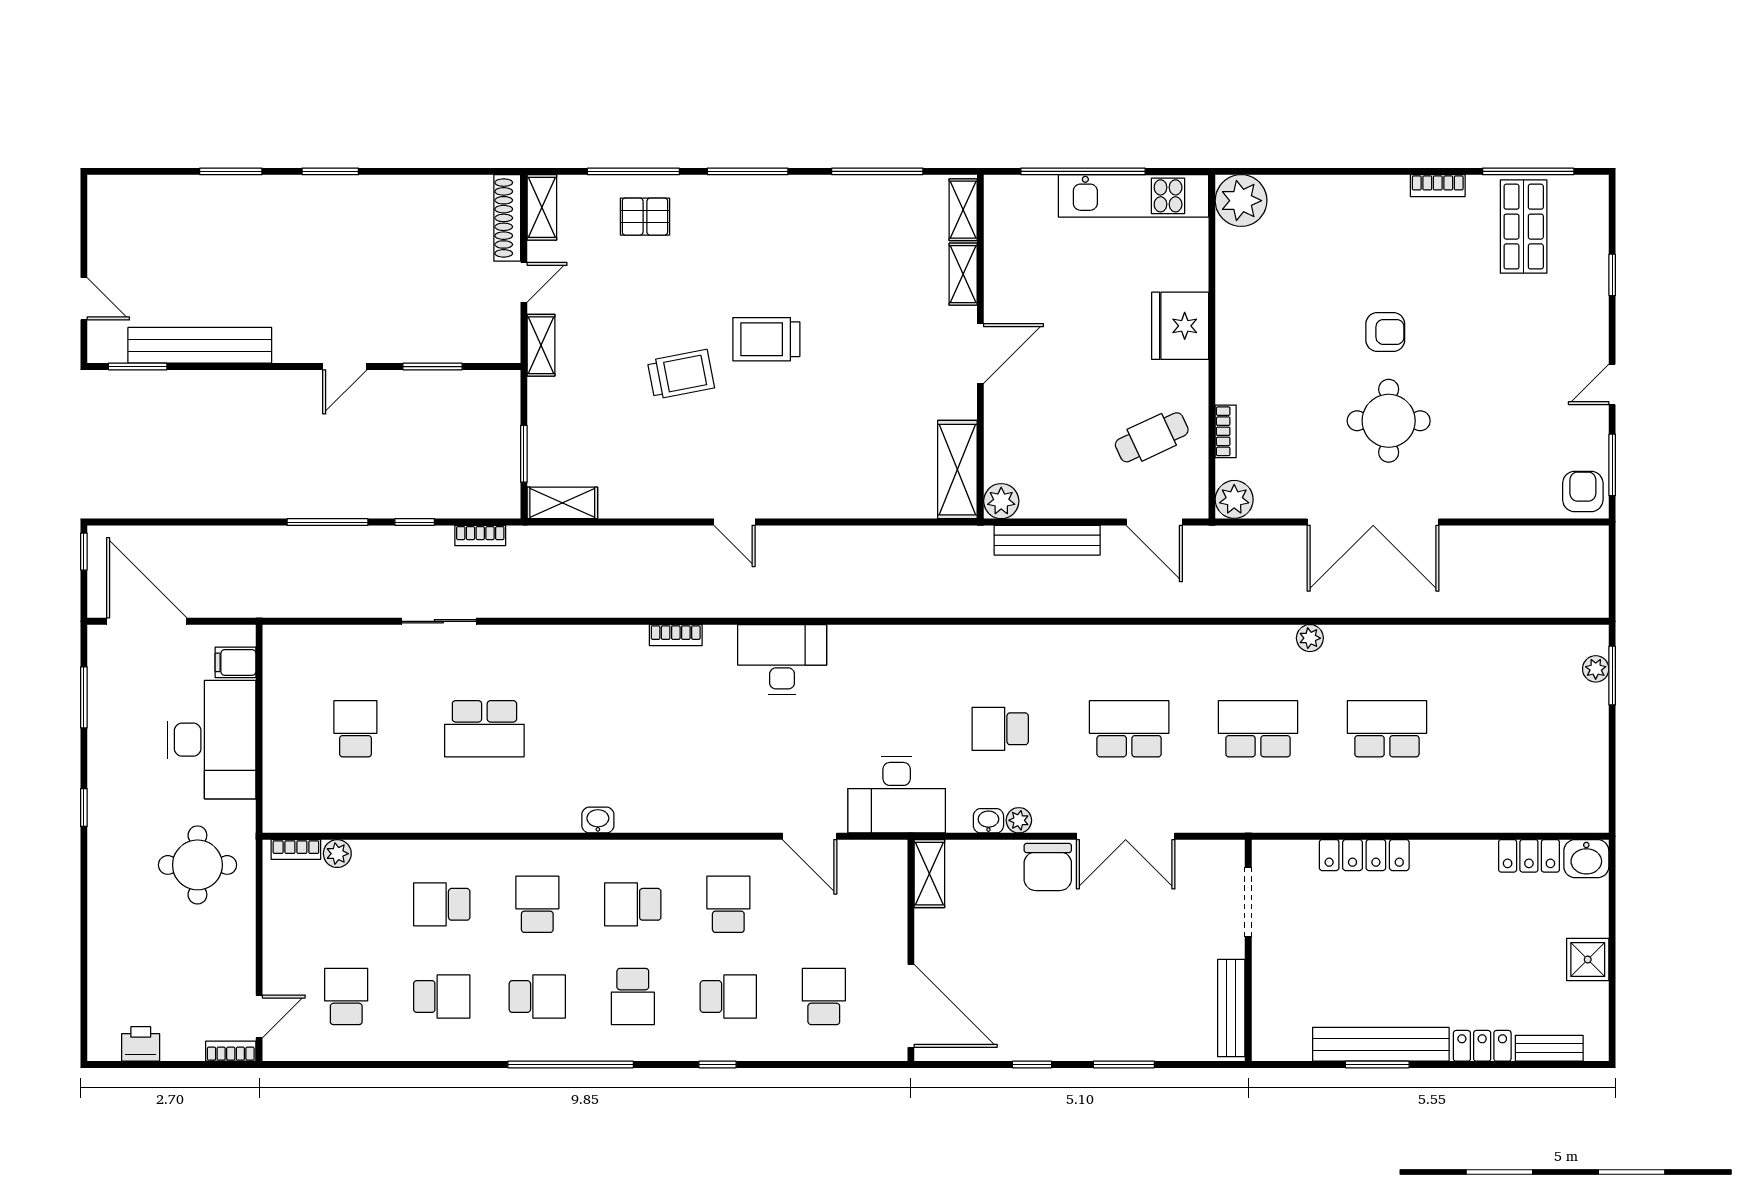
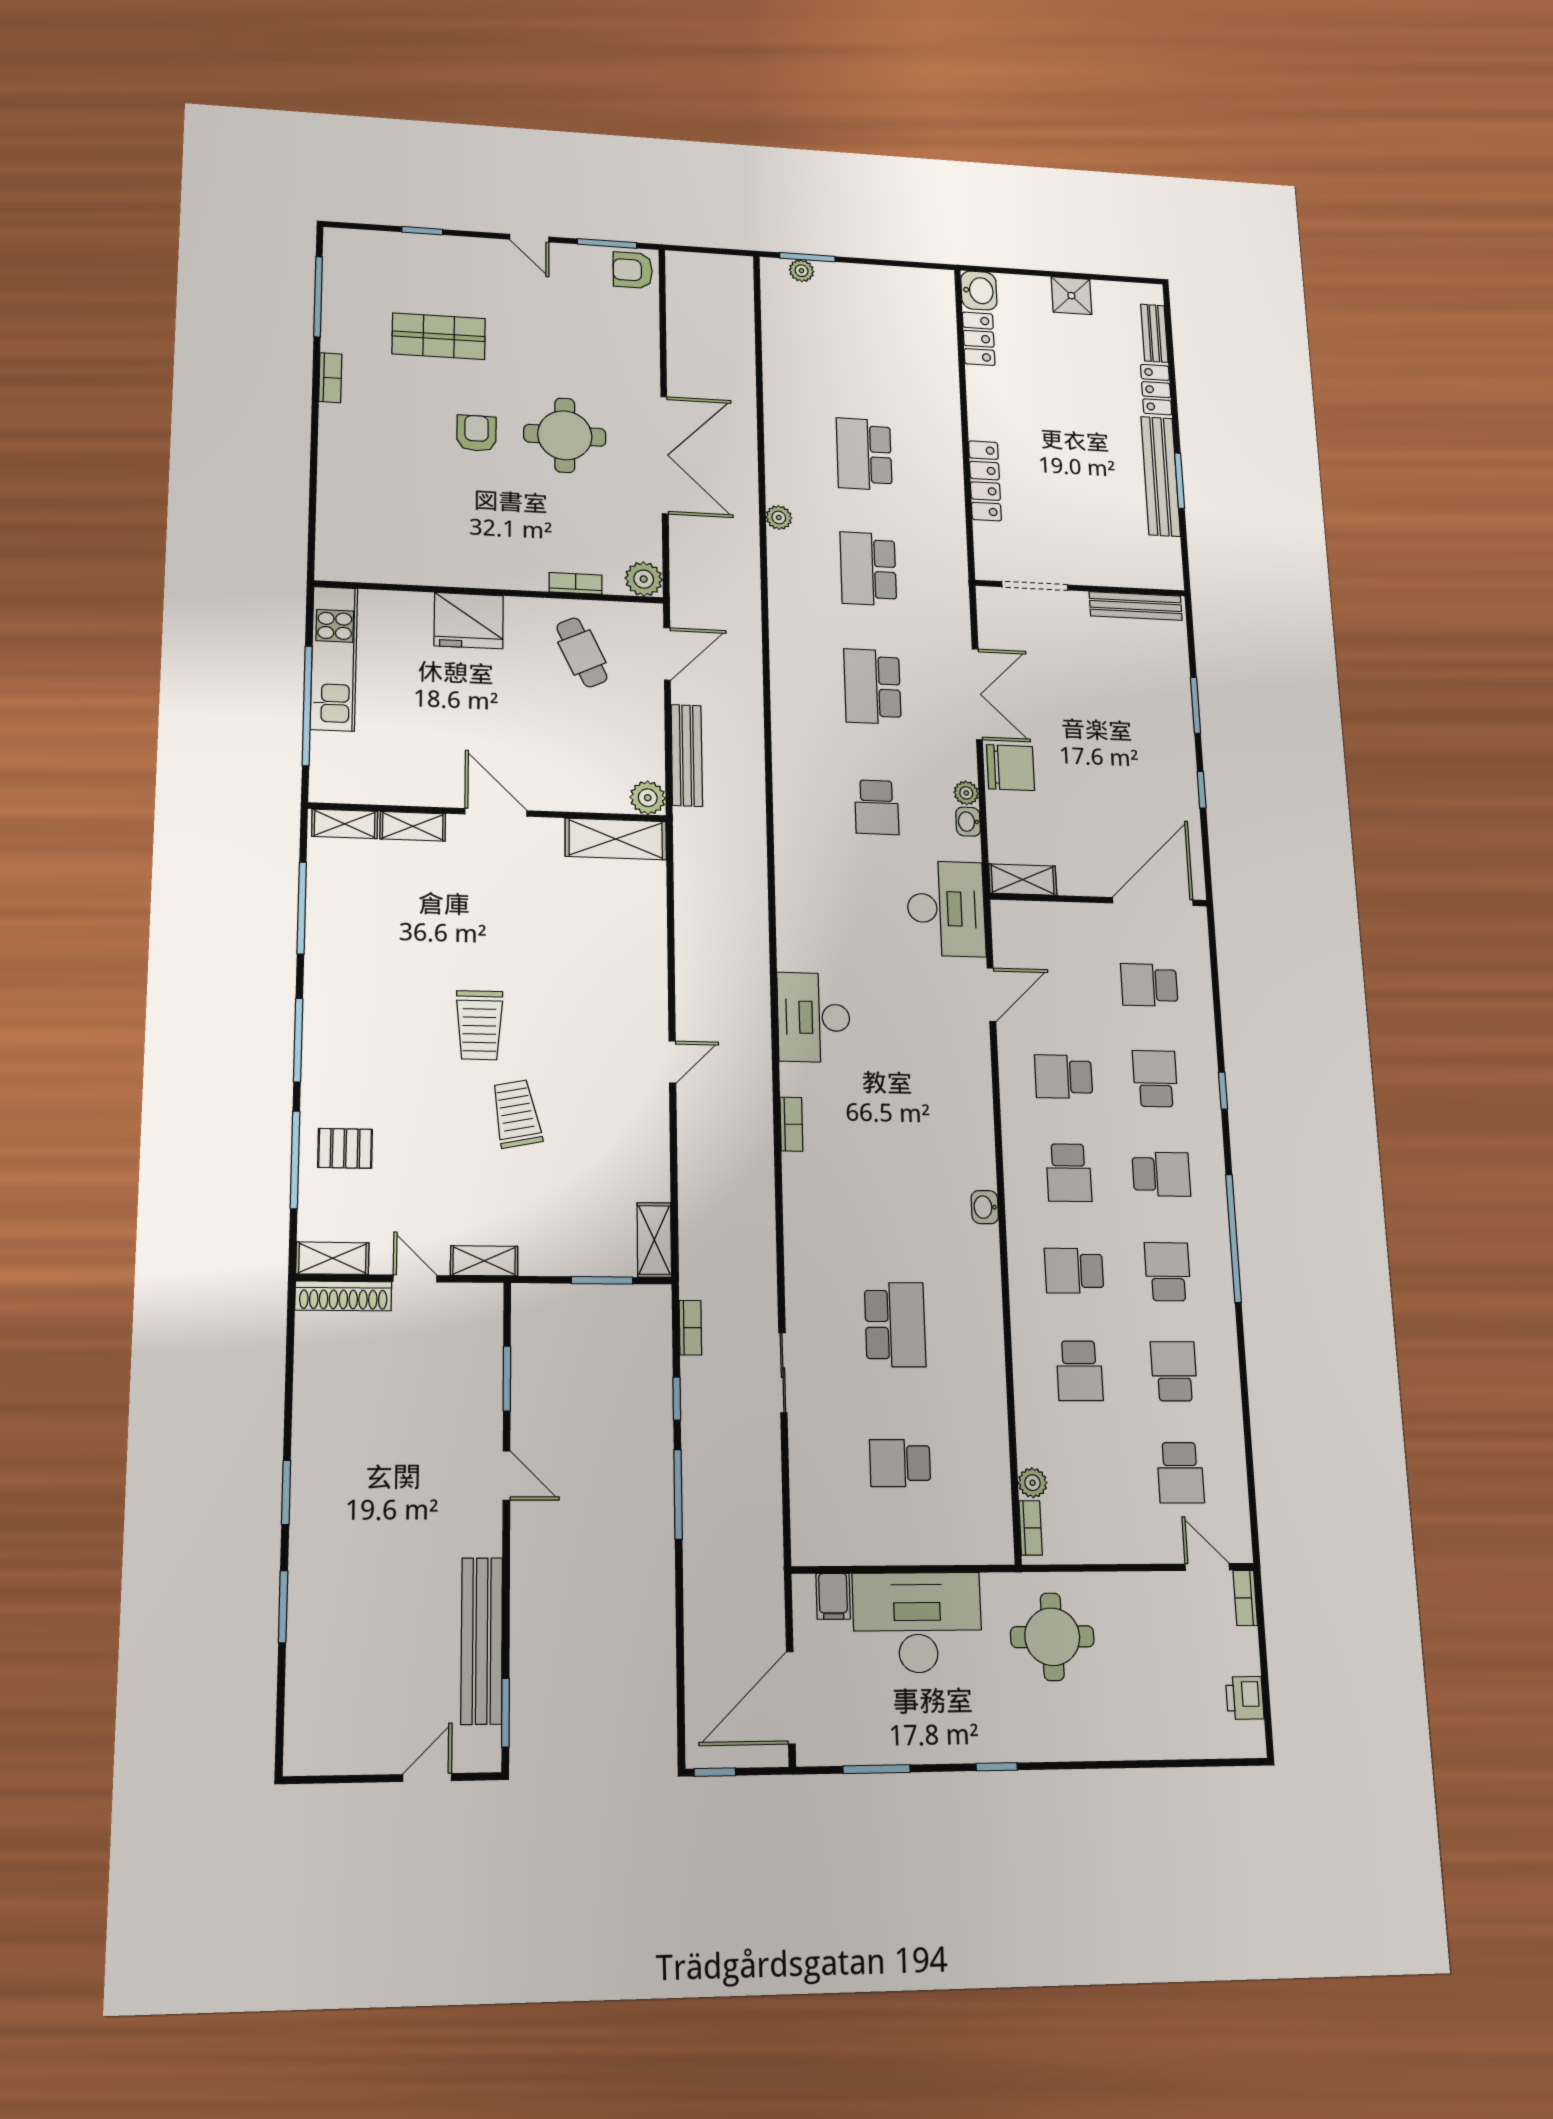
plant: (1241, 201) -> (341, 558), removed
pallet: (645, 217) -> (345, 1148), turned 90
shop shelf: (1524, 227) -> (439, 336), moved
school desk: (346, 996) -> (1180, 1473), turned -90

